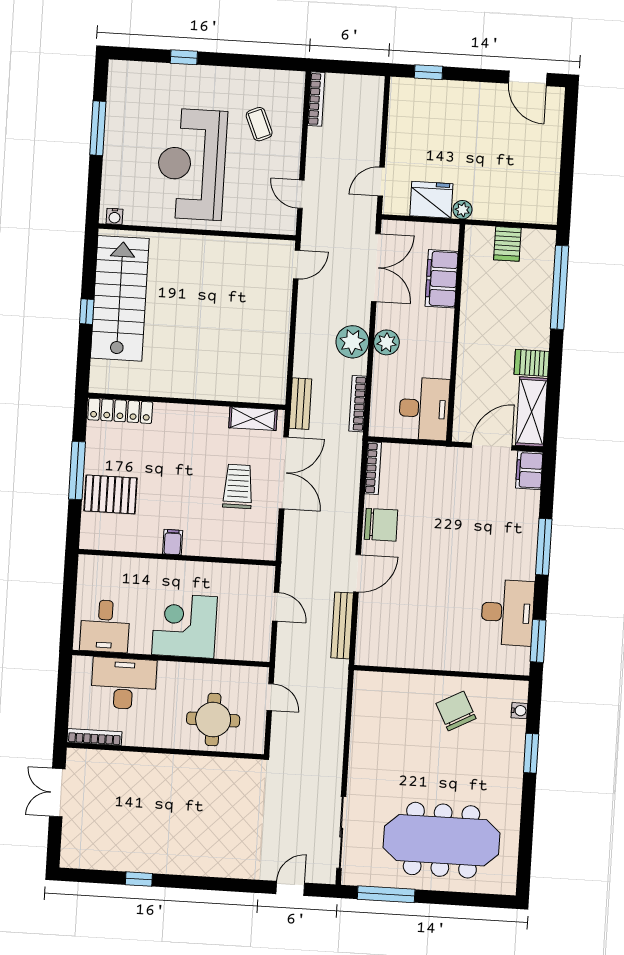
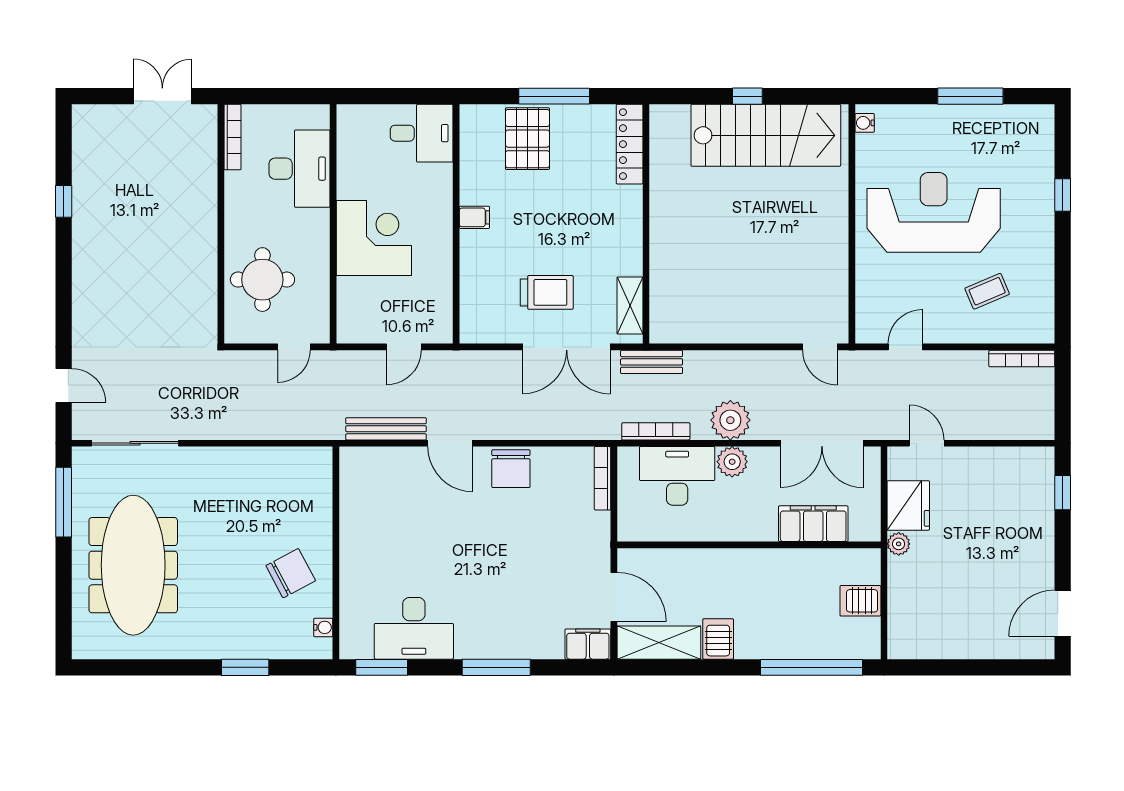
desk: (424, 409) -> (677, 476), moved, turned 180
bookcase: (373, 468) -> (603, 478), moved, turned 90
desk: (105, 626) -> (422, 133), moved, turned 180
water cooler: (519, 711) -> (323, 627), moved, turned -90

